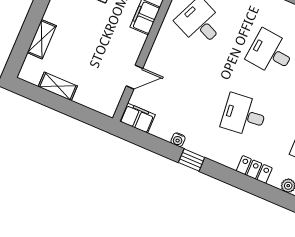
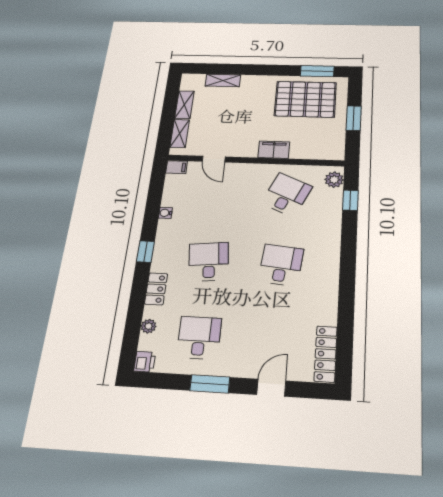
shelving: (92, 101) -> (180, 133), added
filing cabinet: (137, 118) -> (177, 167), width x0.50
window: (192, 160) -> (145, 252), moved

